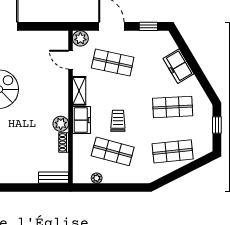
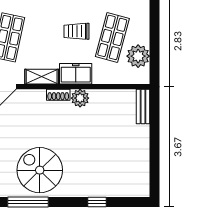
shoe rack: (64, 142) -> (58, 95), moved
plant: (97, 178) -> (138, 56), width x1.88, depth x1.88

